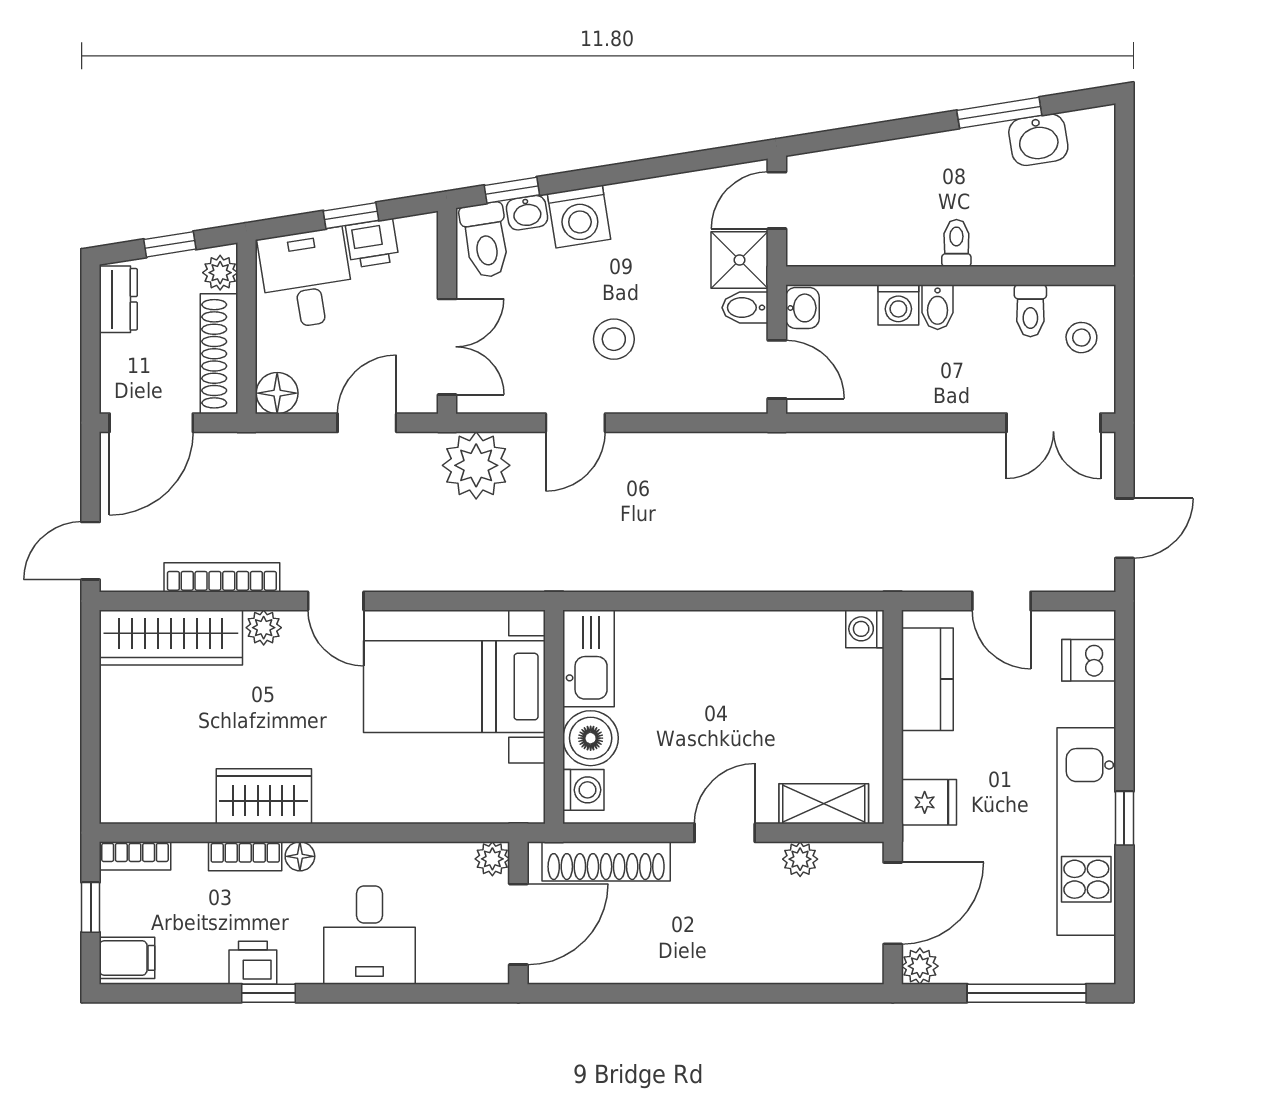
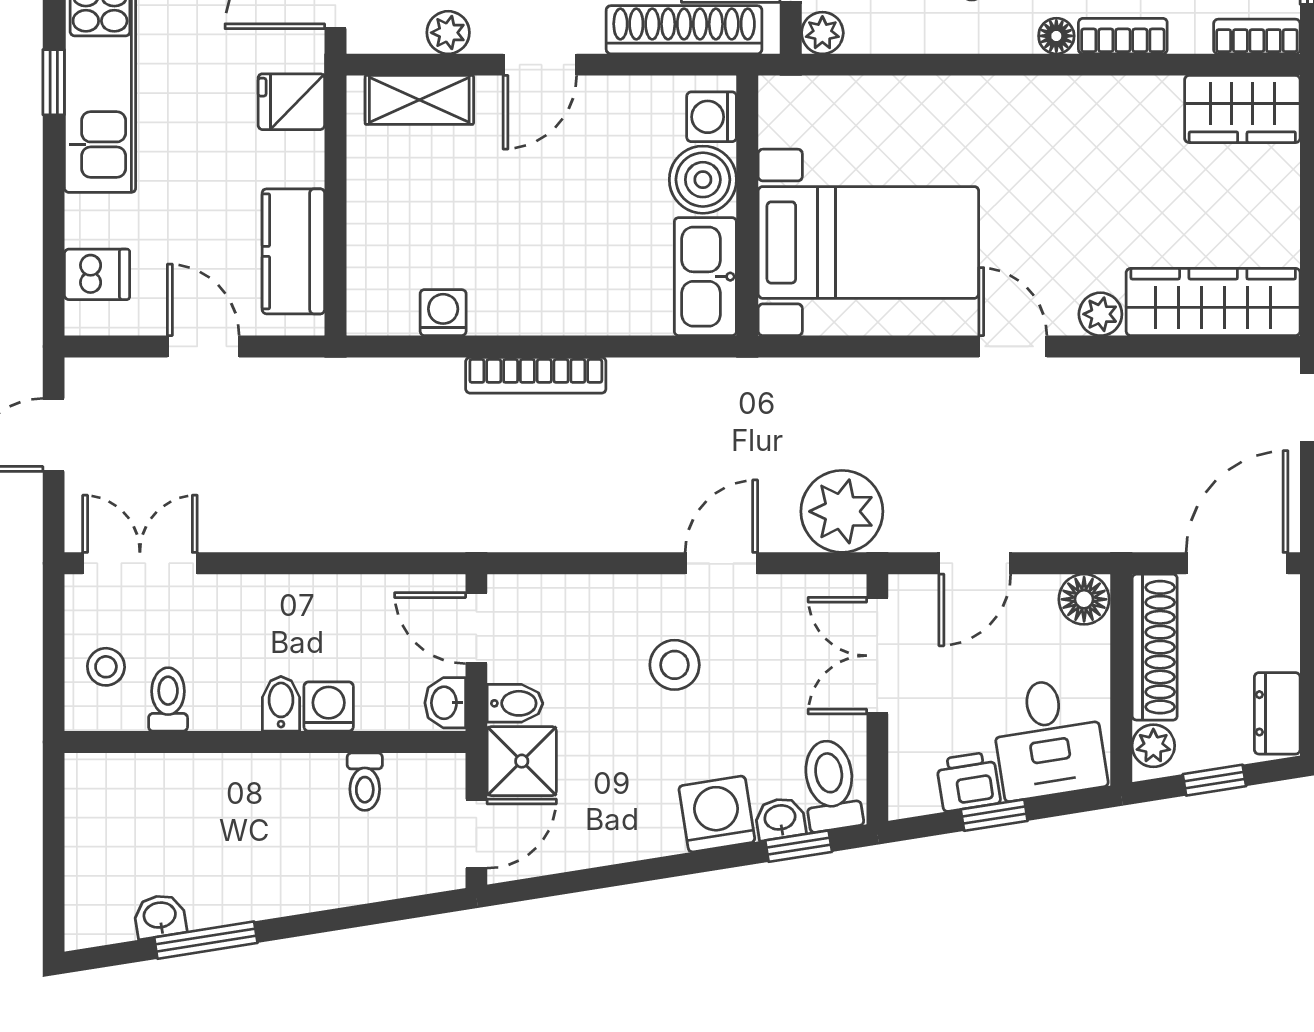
washbasin: (1038, 140) -> (160, 916), width x0.72, depth x0.69
toilet: (956, 243) -> (365, 782), moved
bookcase: (222, 577) -> (536, 375), moved
washing machine: (865, 629) -> (443, 313), moved, turned -90
wardrobe: (264, 796) -> (1242, 109), moved

